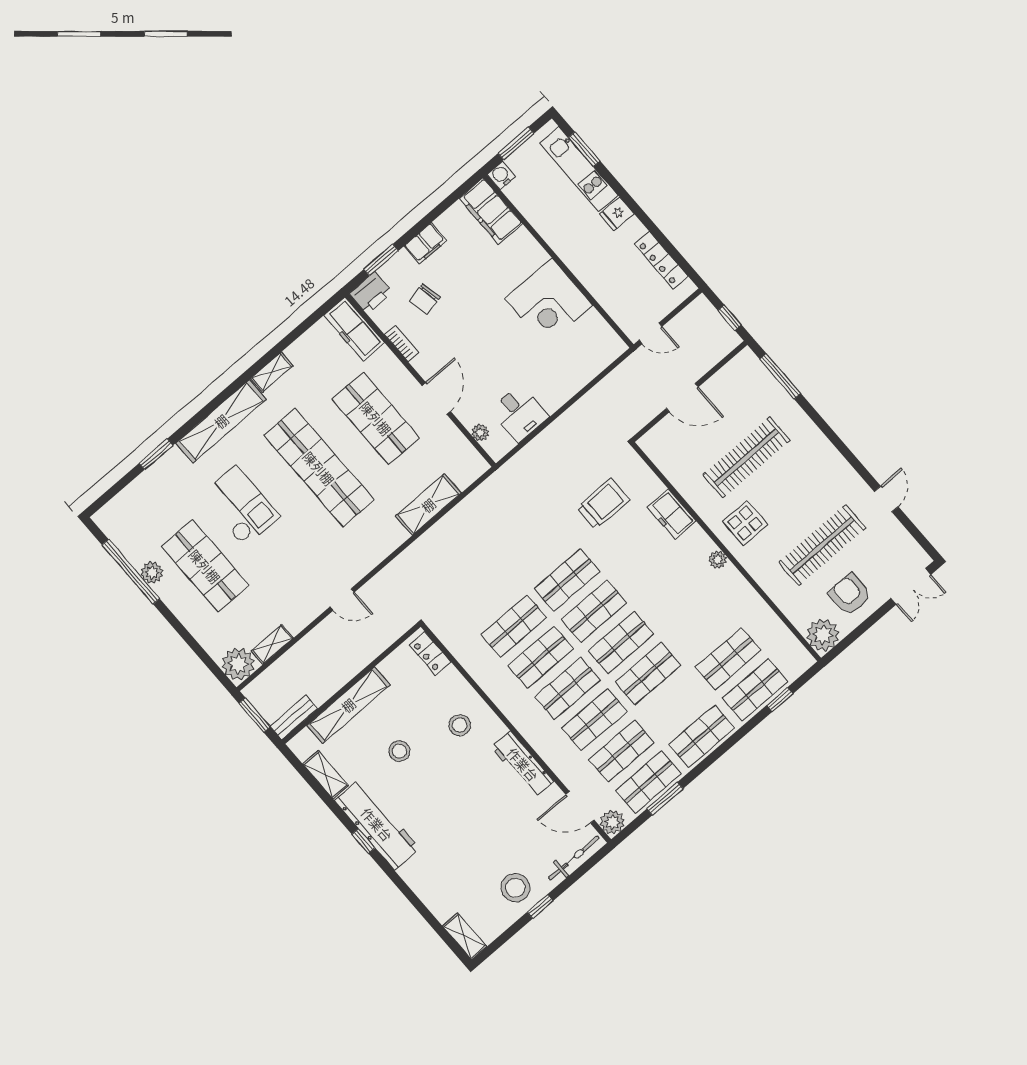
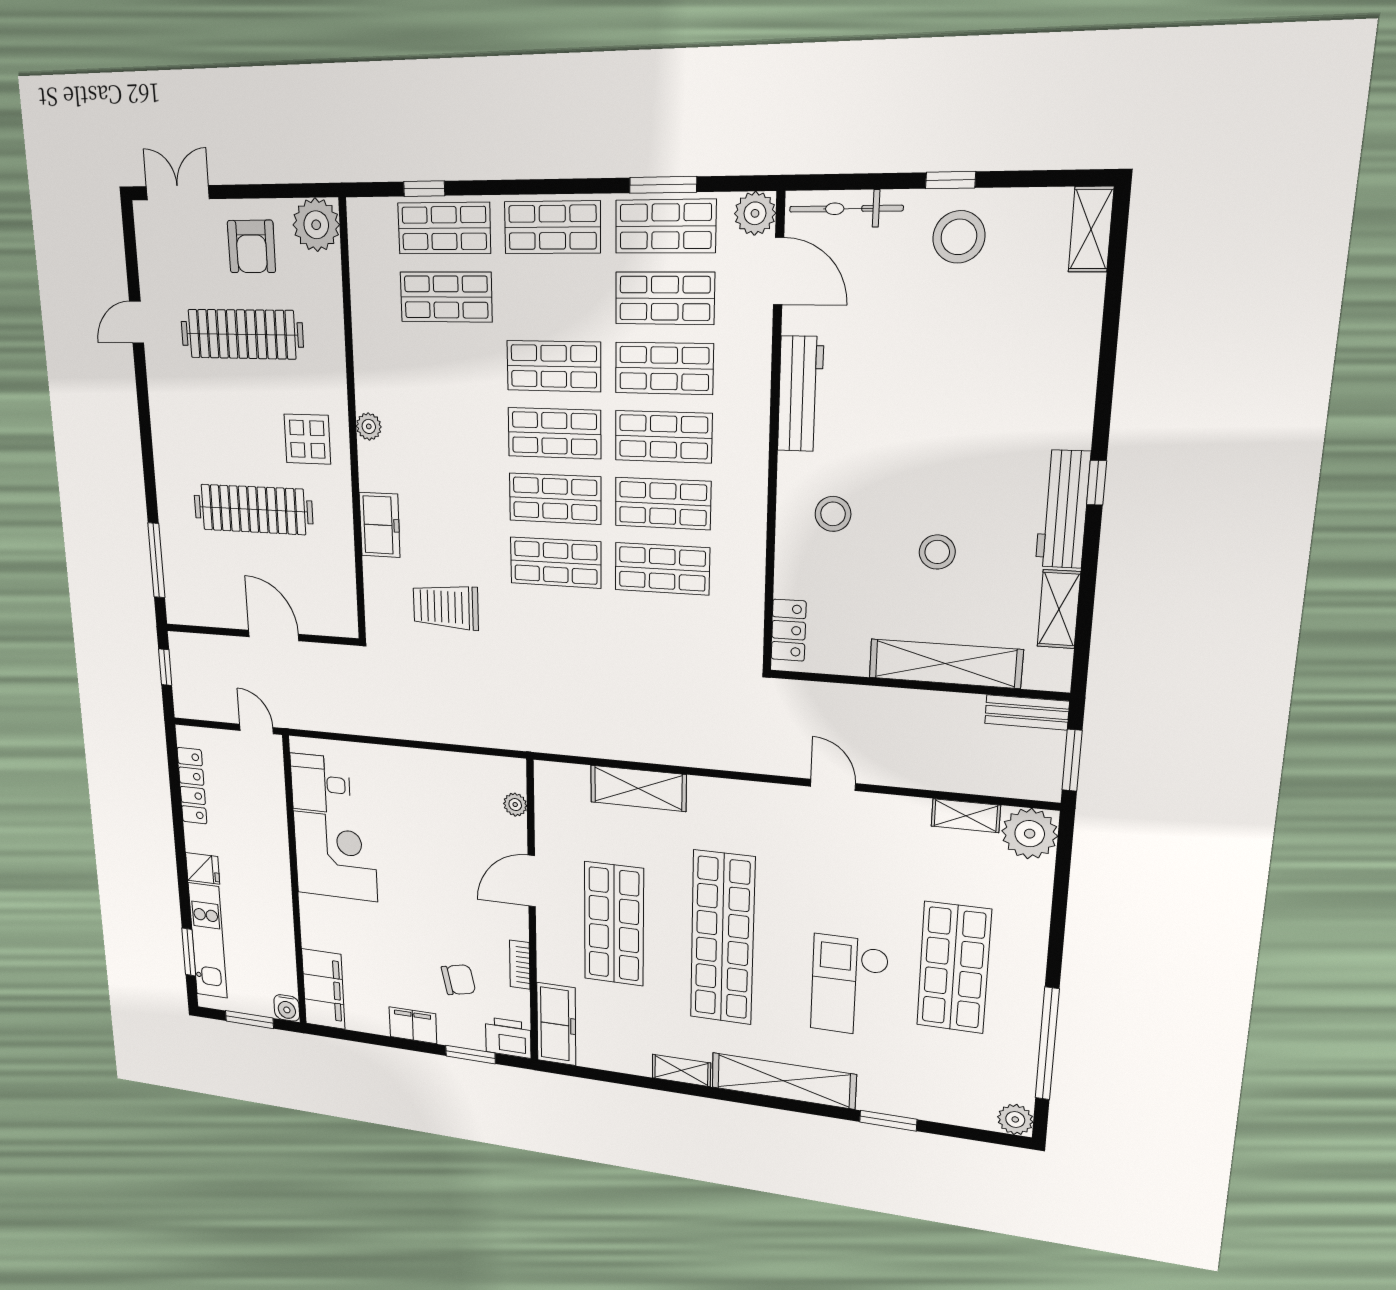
desk: (519, 413) -> (320, 784), moved, turned -90
plant: (152, 572) -> (1015, 1119), moved
workbench: (377, 824) -> (1063, 509), width x0.73, depth x0.76

